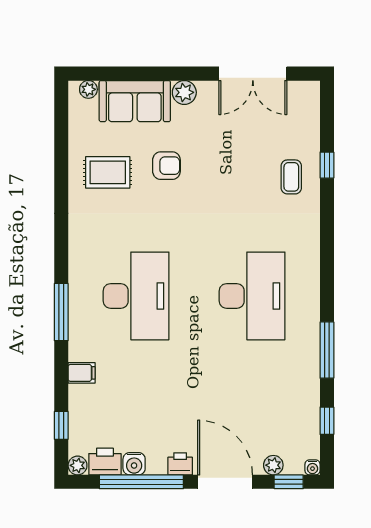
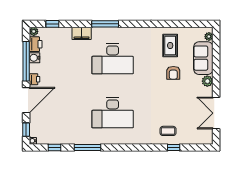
filing cabinet: (82, 373) -> (82, 33), width x2.00
plant: (273, 465) -> (34, 123), removed

